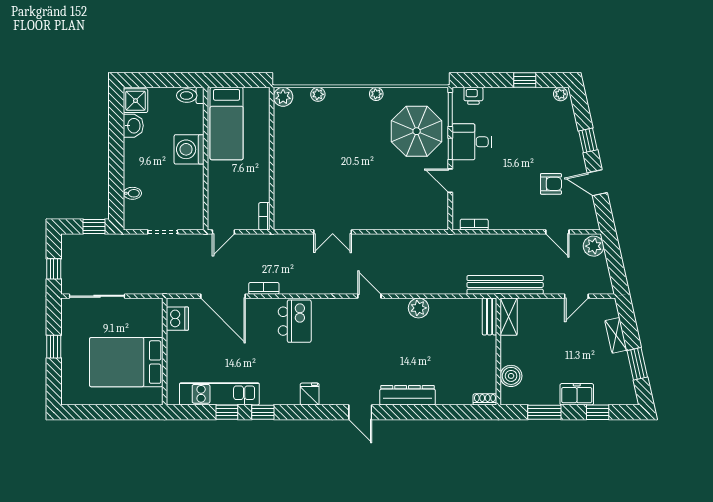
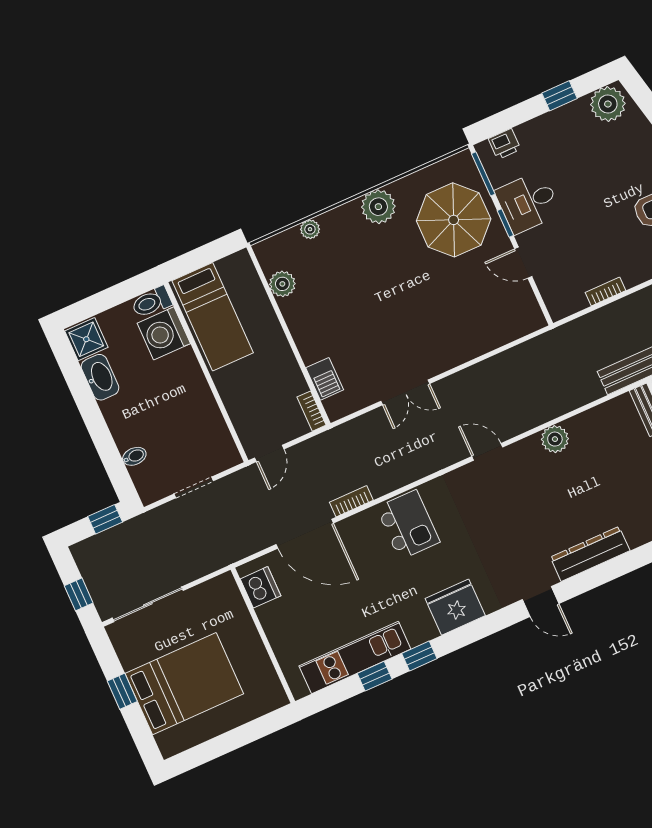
plant: (376, 94) -> (378, 207), width x1.87, depth x1.87
plant: (560, 94) -> (608, 104), width x1.88, depth x1.88
plant: (283, 97) -> (282, 284), moved
washbasin: (133, 126) -> (100, 377), width x1.38
washing machine: (189, 149) -> (164, 333), moved
barbecue: (283, 199) -> (325, 379), added
bookcase: (474, 225) -> (605, 291), moved
bed: (126, 362) -> (184, 684), moved, turned 180
fridge: (310, 394) -> (455, 607), width x1.88, depth x1.34

